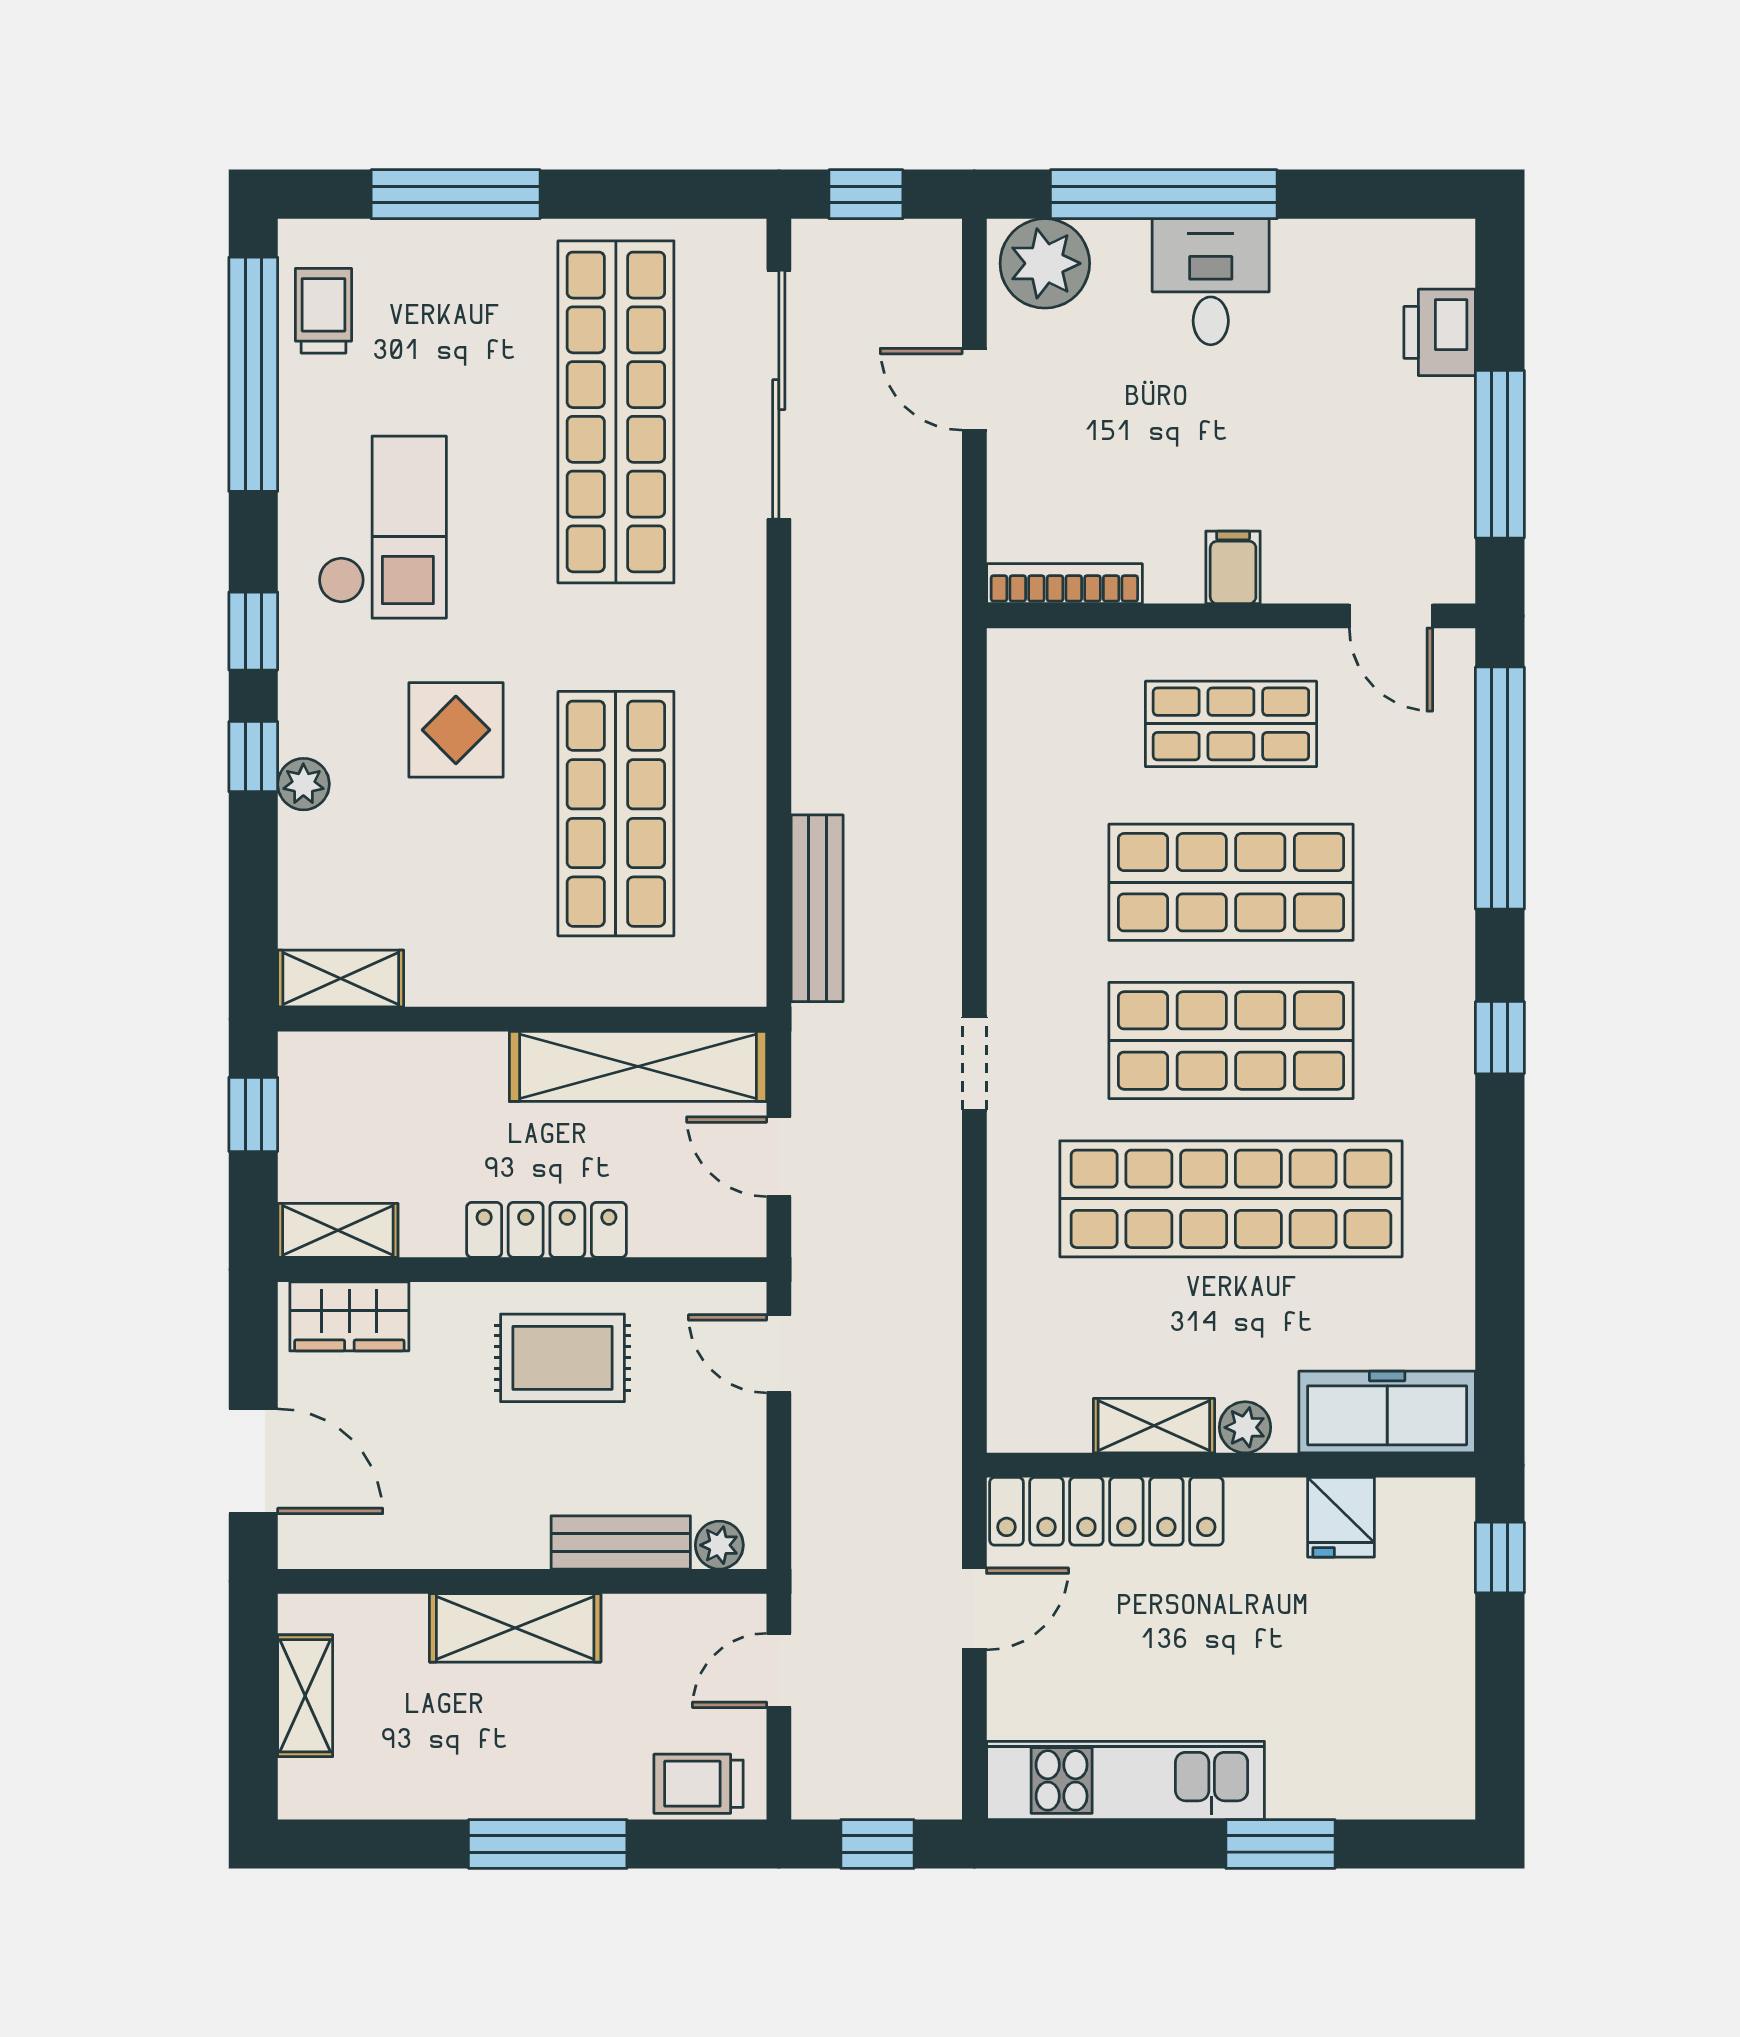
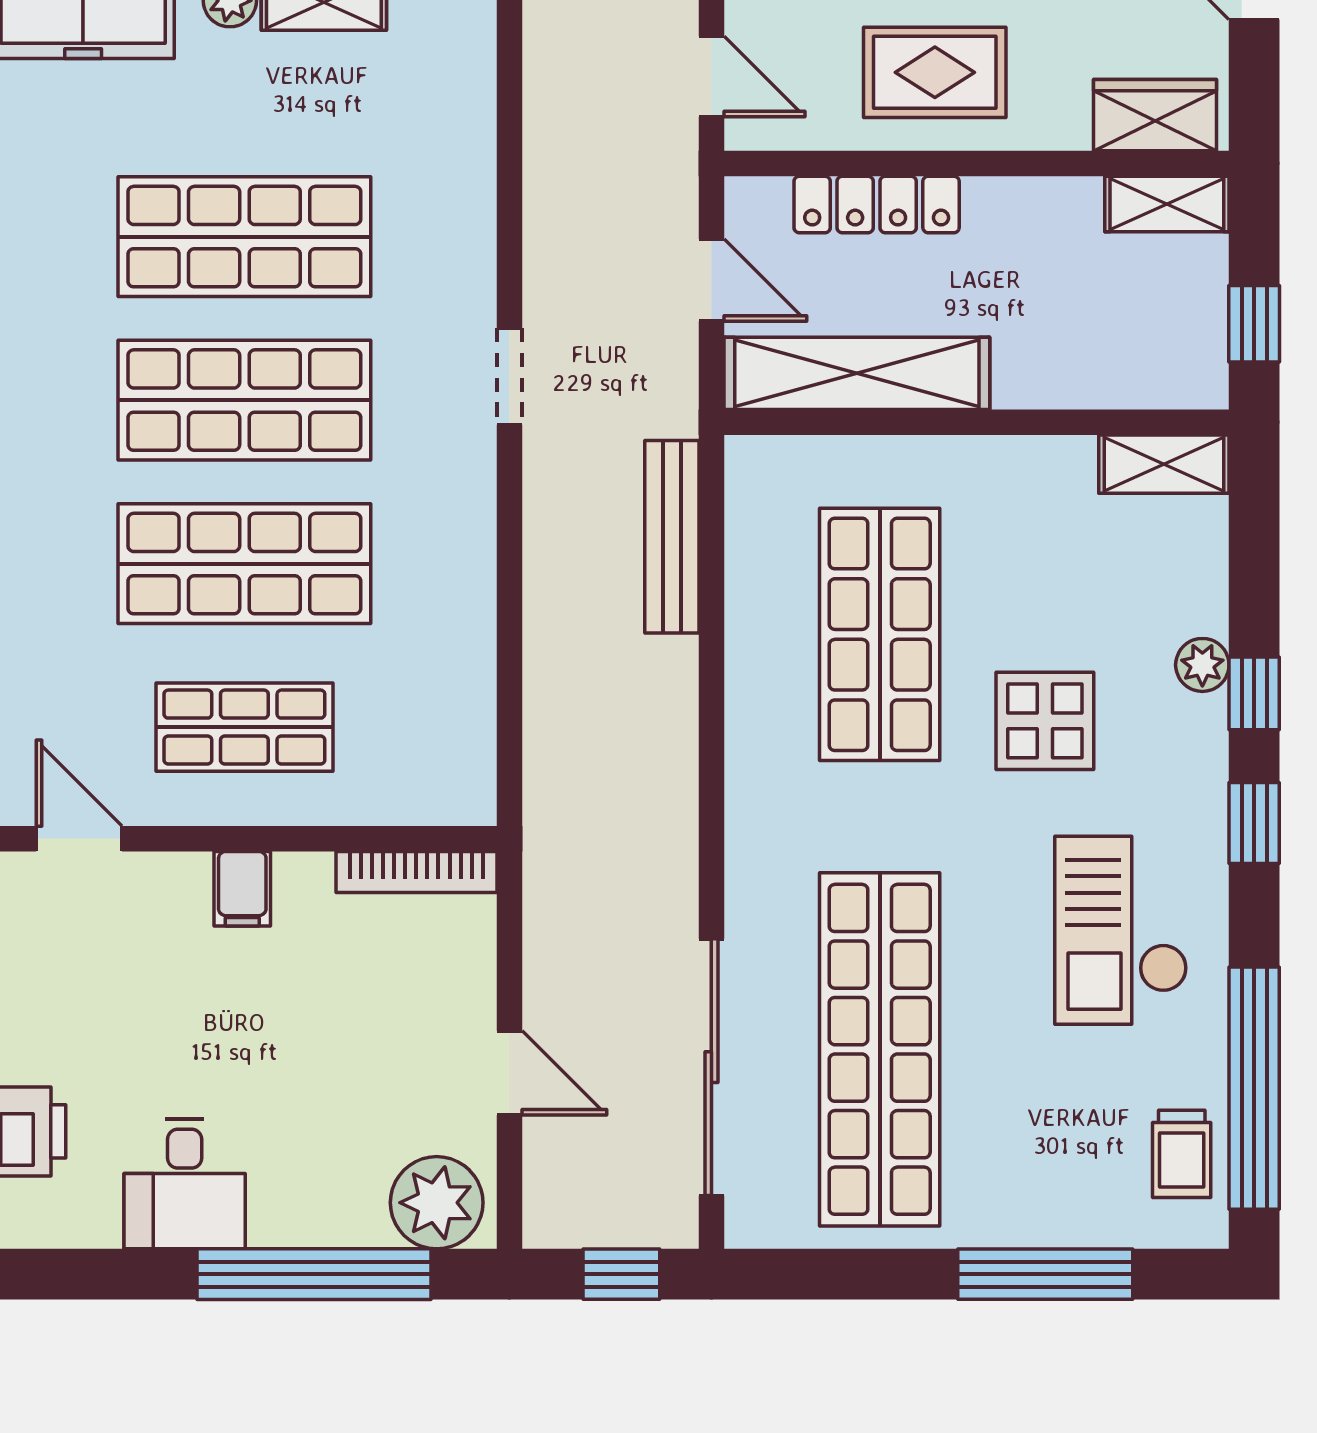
desk: (1211, 282) -> (185, 1184), moved
shop shelf: (1231, 1199) -> (244, 237), width x0.71
locker: (546, 1230) -> (877, 204), moved

